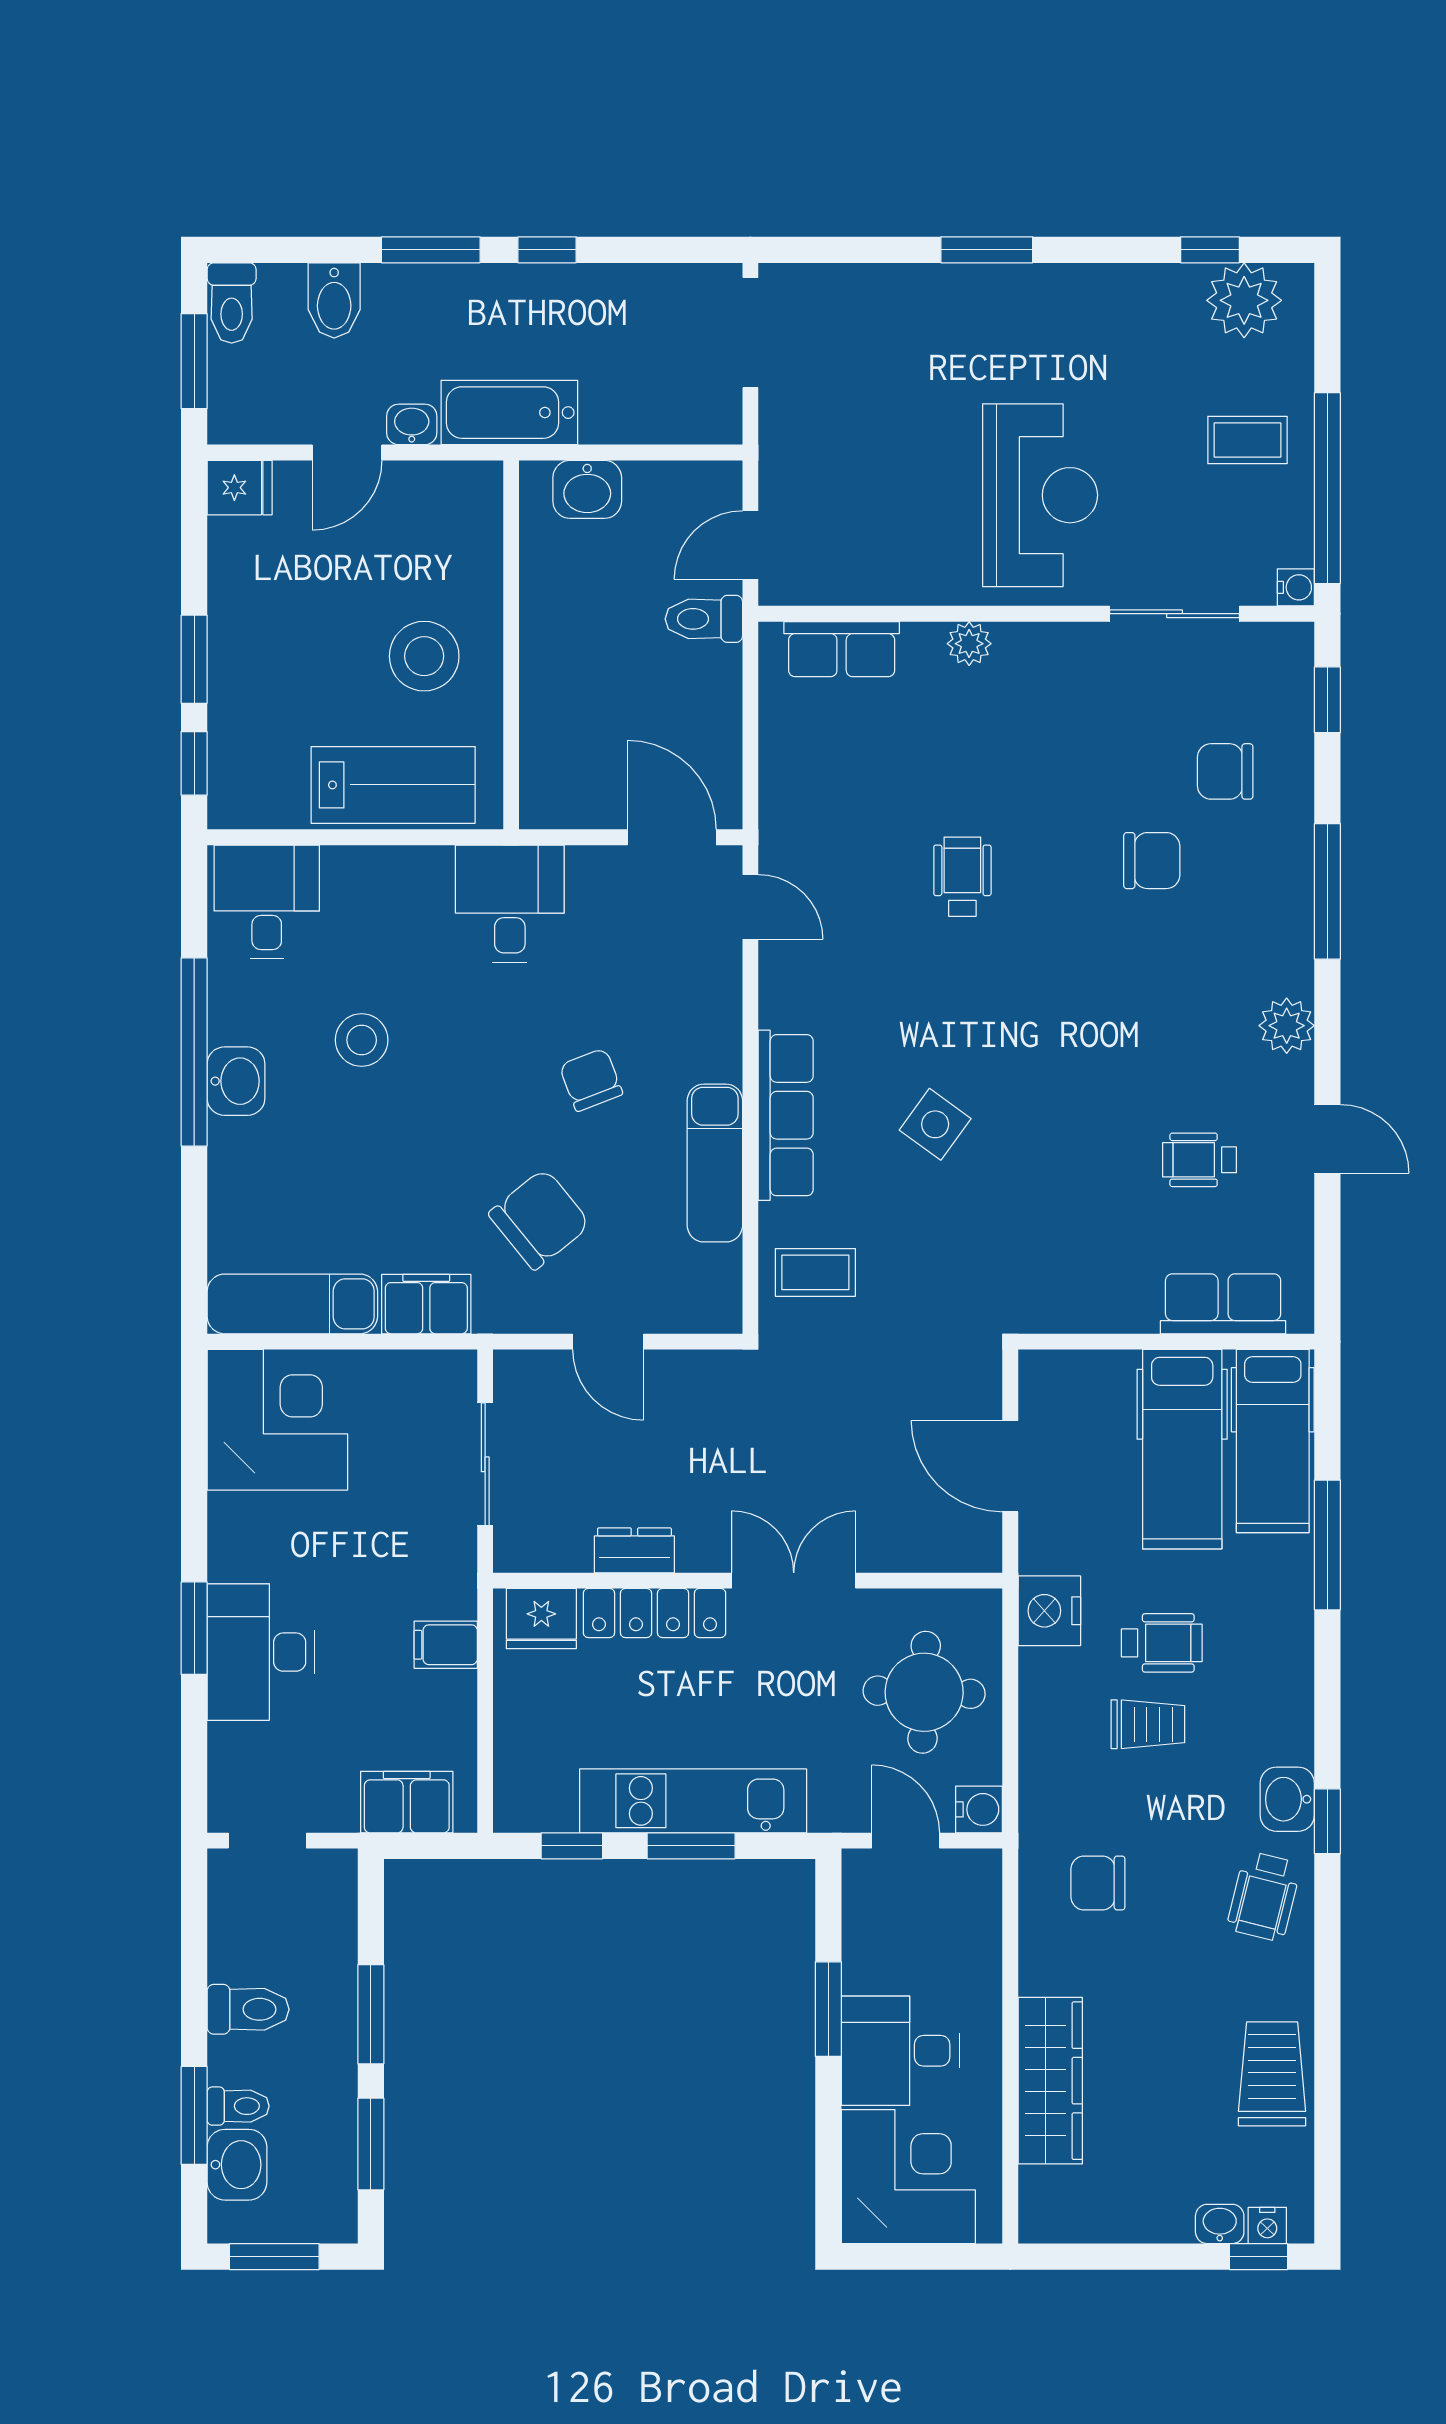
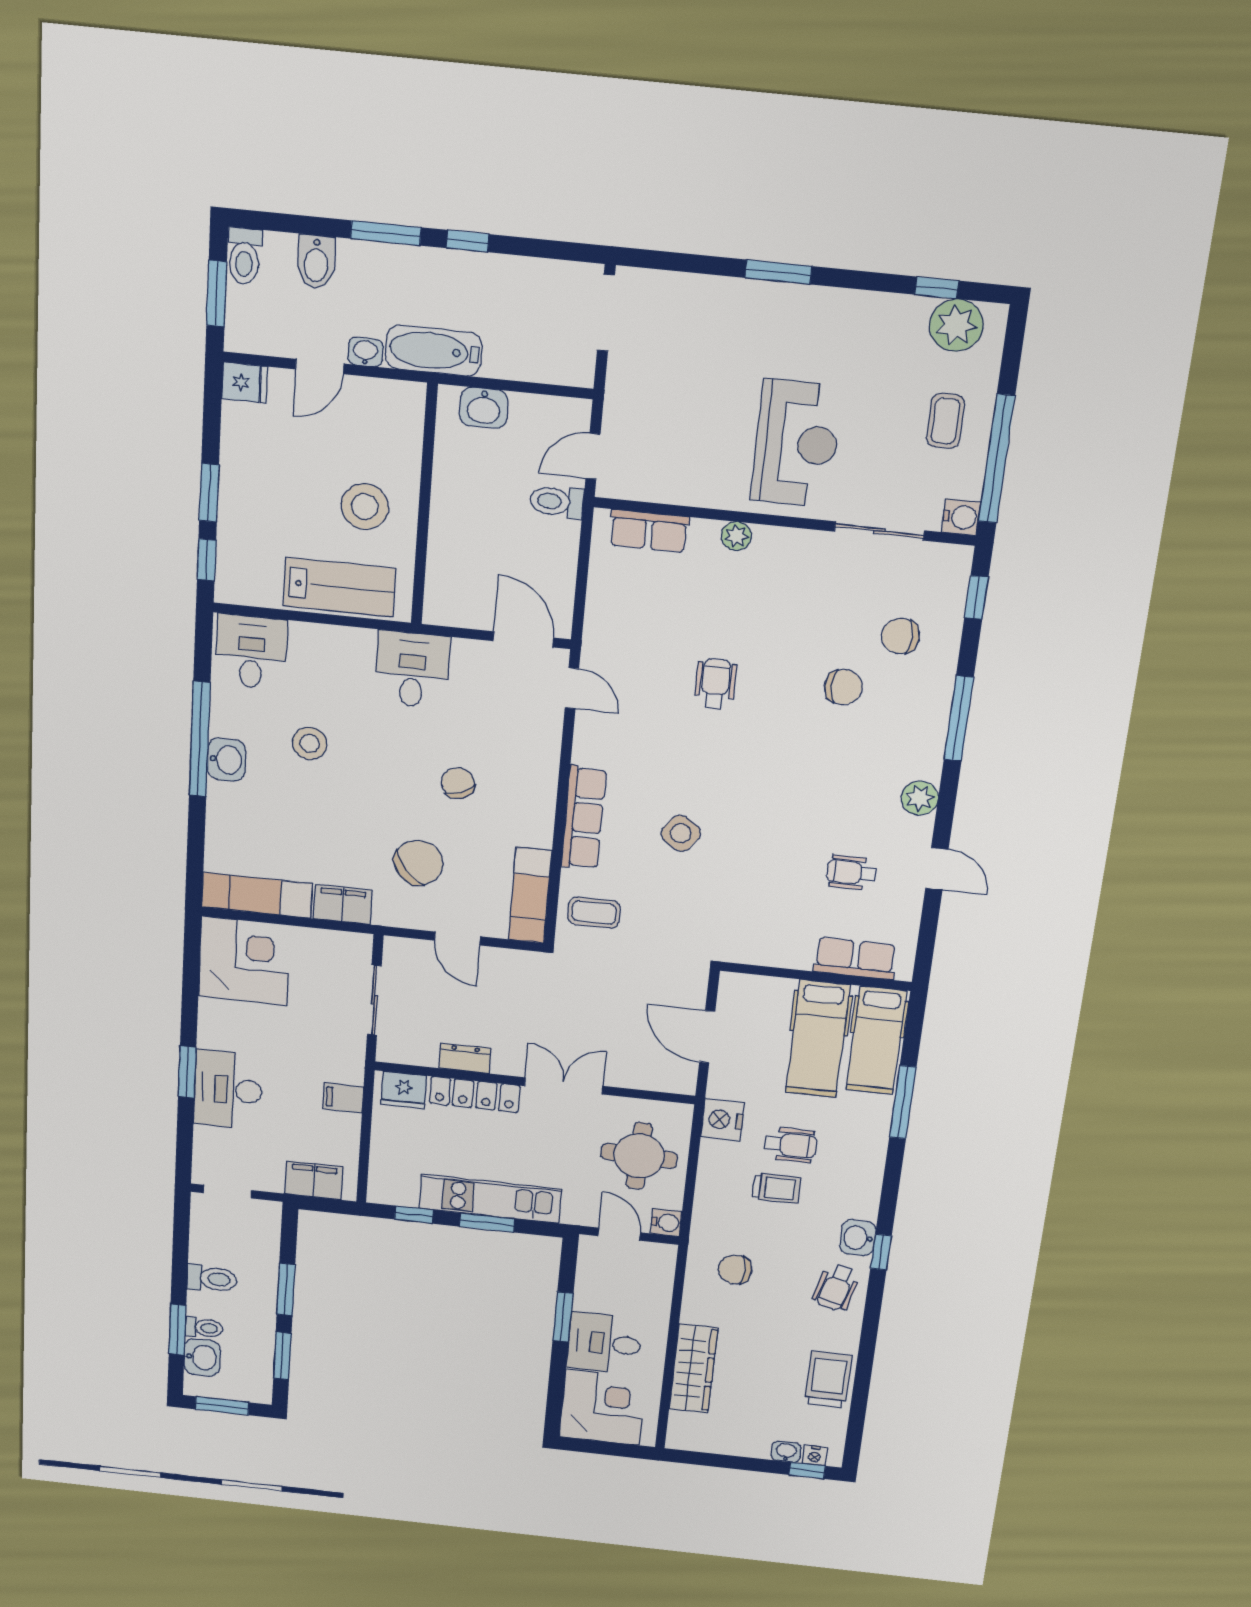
coffee table: (1248, 440) -> (945, 421), turned 90
water cooler: (1296, 587) -> (961, 517), width x1.38, depth x1.38
exam couch: (715, 1163) -> (530, 895), moved

